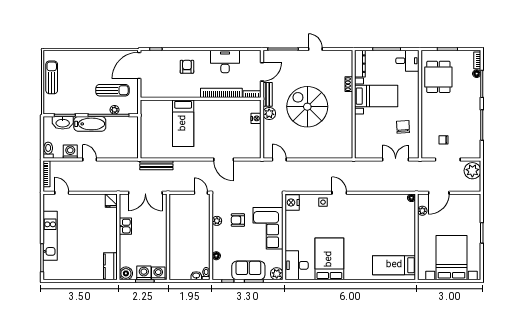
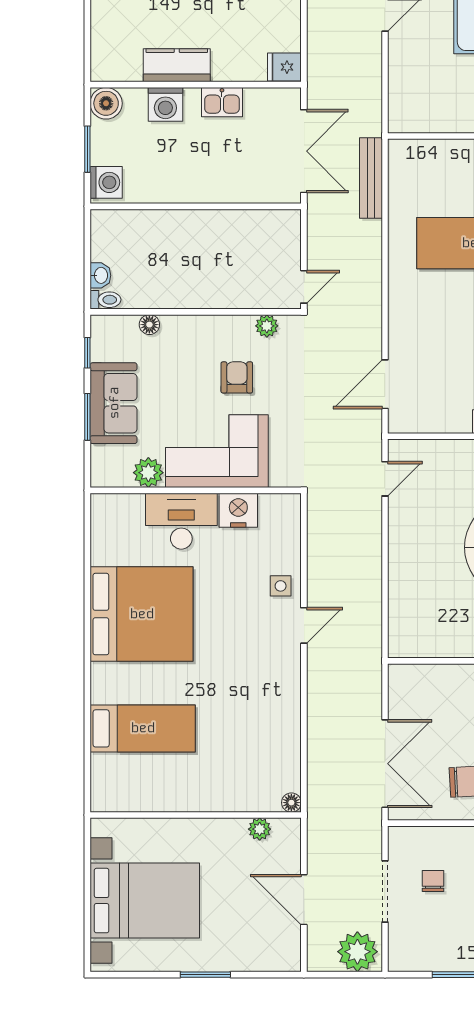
door: (224, 160) -> (385, 384), moved
double door: (396, 160) -> (385, 764), width x1.37
double door: (145, 193) -> (304, 151), swing flipped
door: (439, 193) -> (304, 900), moved
nightstand: (292, 202) -> (238, 510), moved
plant: (217, 221) -> (267, 326), moved
bed: (329, 259) -> (142, 614), width x1.36
desk: (297, 265) -> (181, 521), moved
bed: (394, 265) -> (143, 728), moved, turned 90
kitchen counter: (110, 266) -> (177, 65), moved
washing machine: (144, 273) -> (165, 104), moved, turned 90
plant: (277, 274) -> (148, 473), moved

